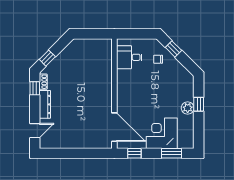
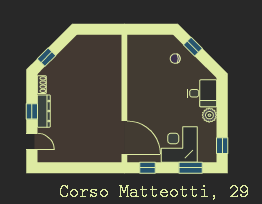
desk: (129, 57) -> (202, 93), moved, turned 180
window: (35, 88) -> (32, 111), moved
window: (199, 104) -> (222, 146), moved
door: (35, 131) -> (32, 141), hinge flipped

